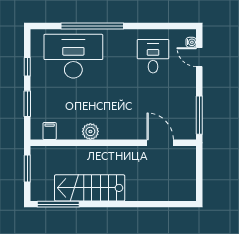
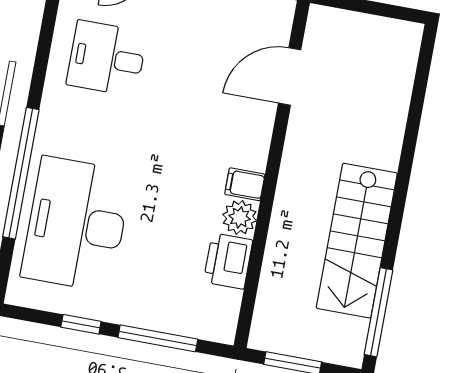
window: (27, 104) -> (158, 338), width x1.44
printer: (69, 130) -> (228, 261), added
filing cabinet: (50, 131) -> (245, 184), moved

